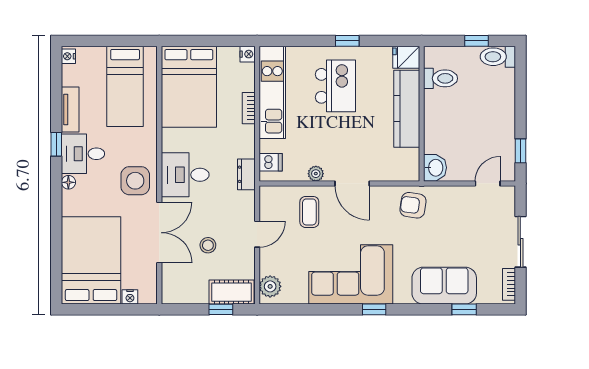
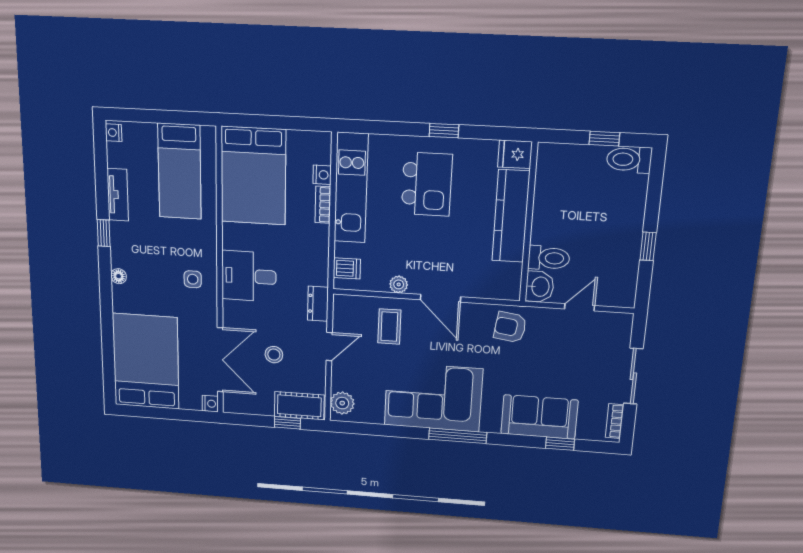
nightstand: (248, 54) -> (322, 175), moved
toilet: (441, 78) -> (549, 258), moved
window: (520, 151) -> (648, 246), moved
desk: (83, 154) -> (134, 246), removed
dresser: (246, 174) -> (318, 304), moved
side table: (135, 181) -> (193, 279), width x0.54, depth x0.54
door: (488, 183) -> (580, 307), moved
double door: (159, 233) -> (220, 360), moved
nightstand: (130, 297) -> (210, 404), moved, turned -90
window: (374, 309) -> (458, 436), width x2.17

